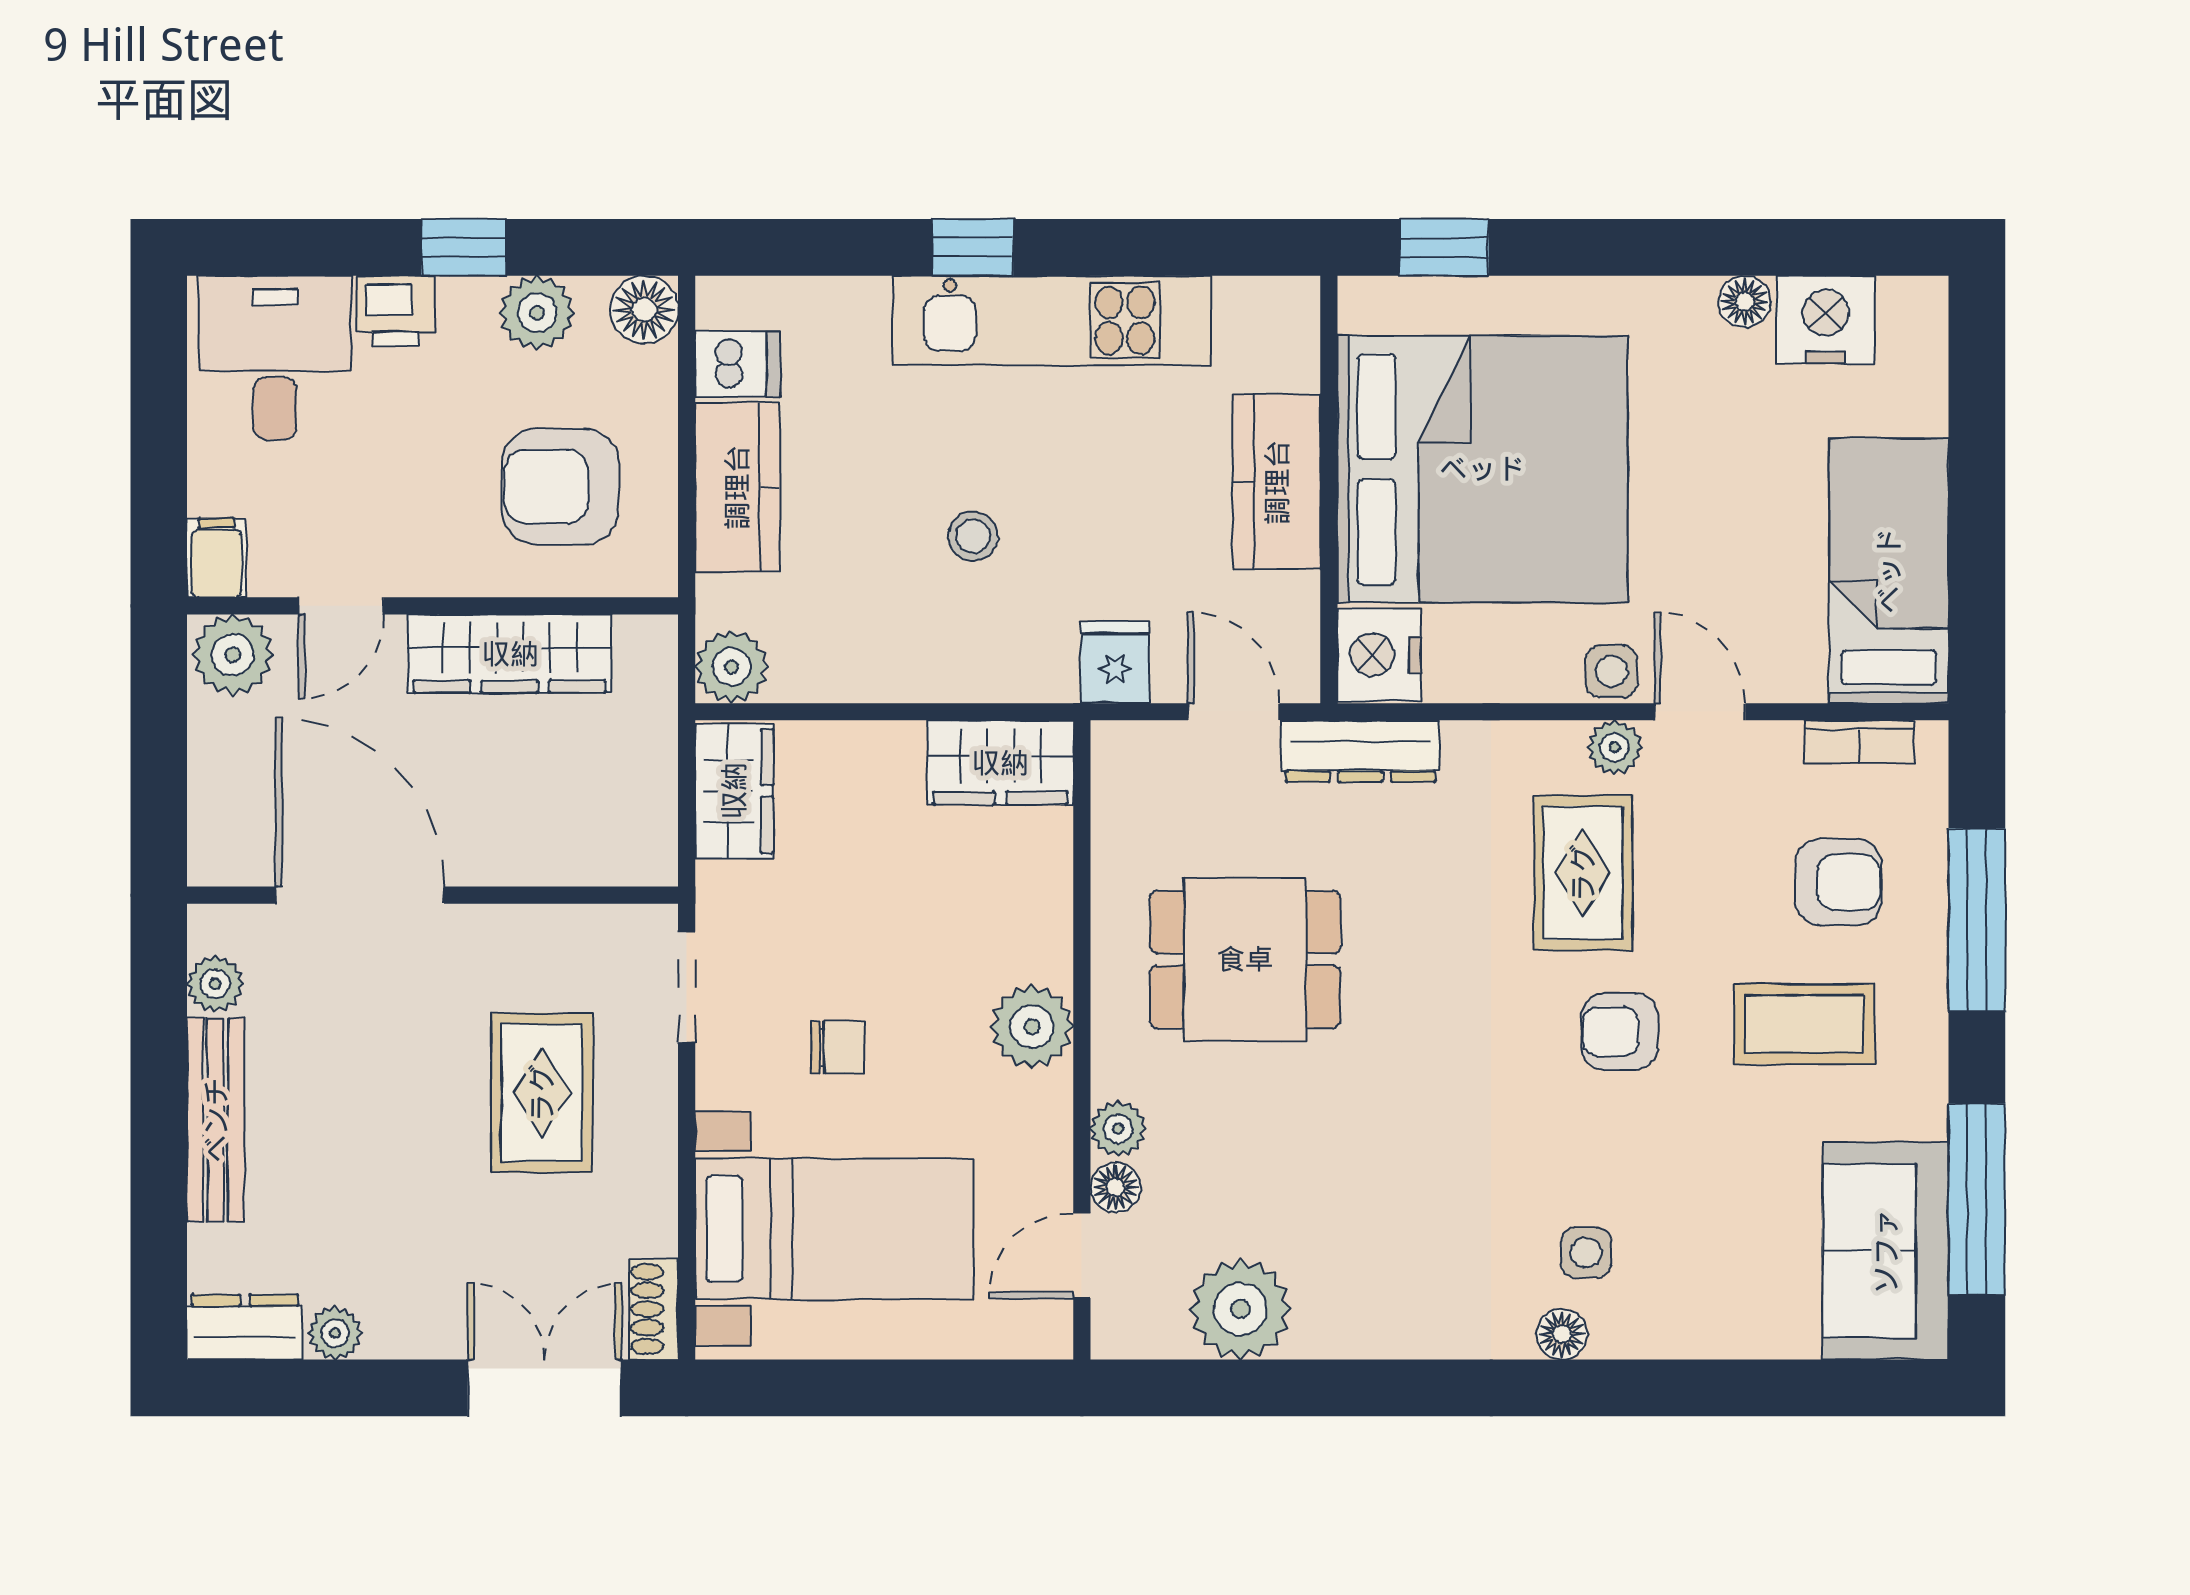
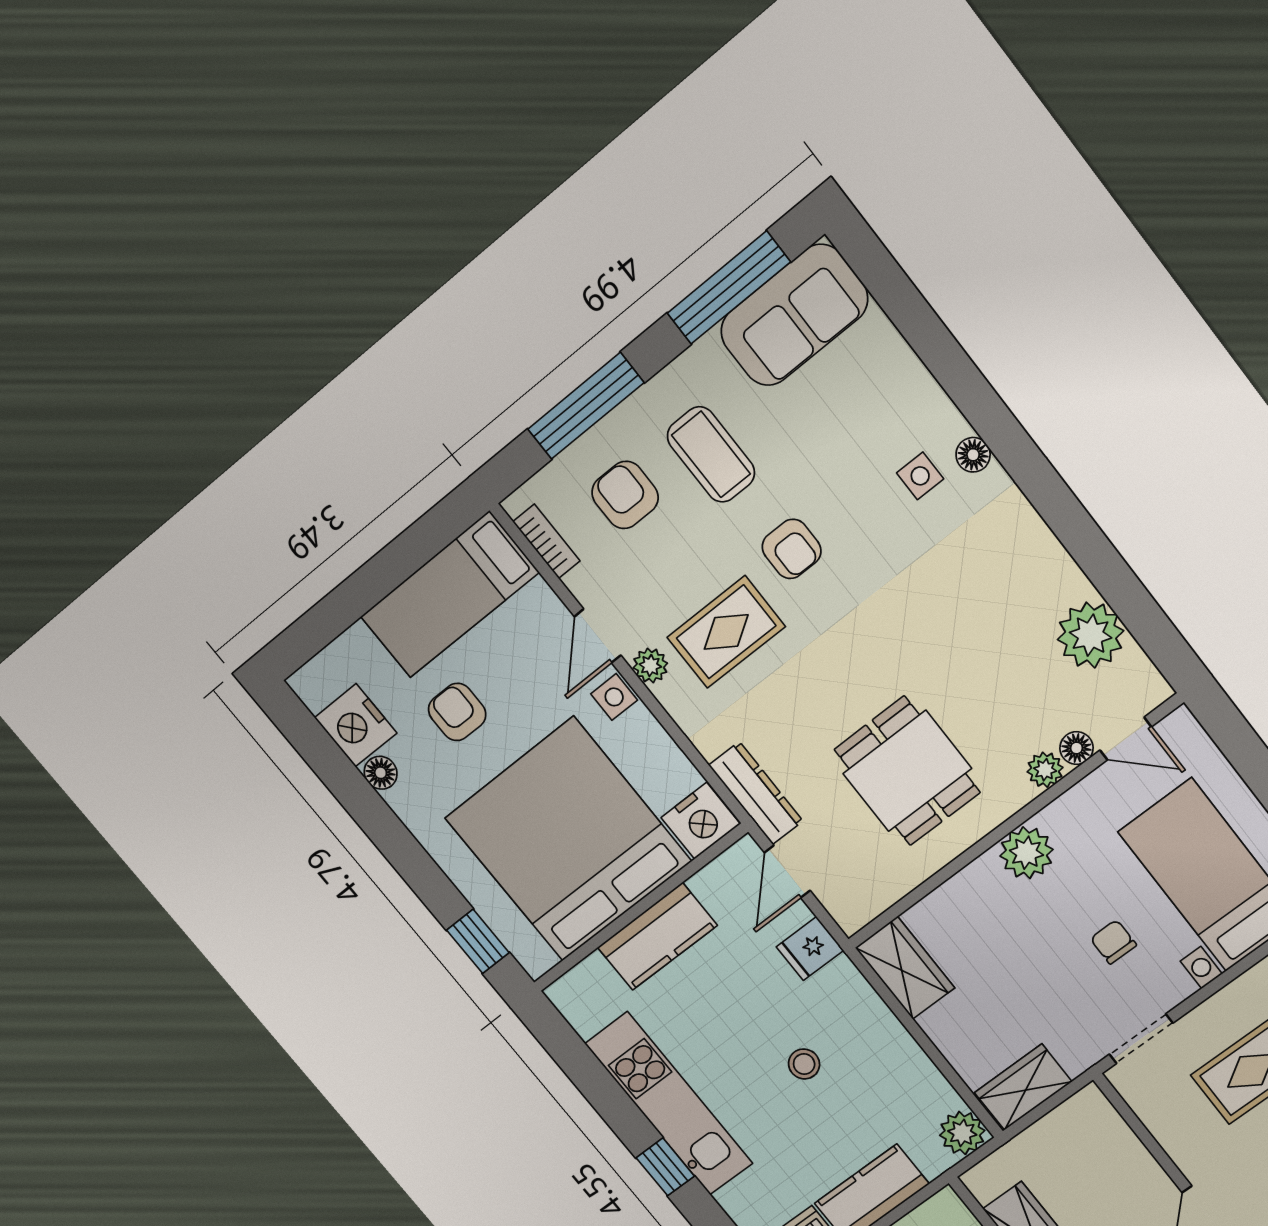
armchair: (1743, 461) -> (457, 712), added

